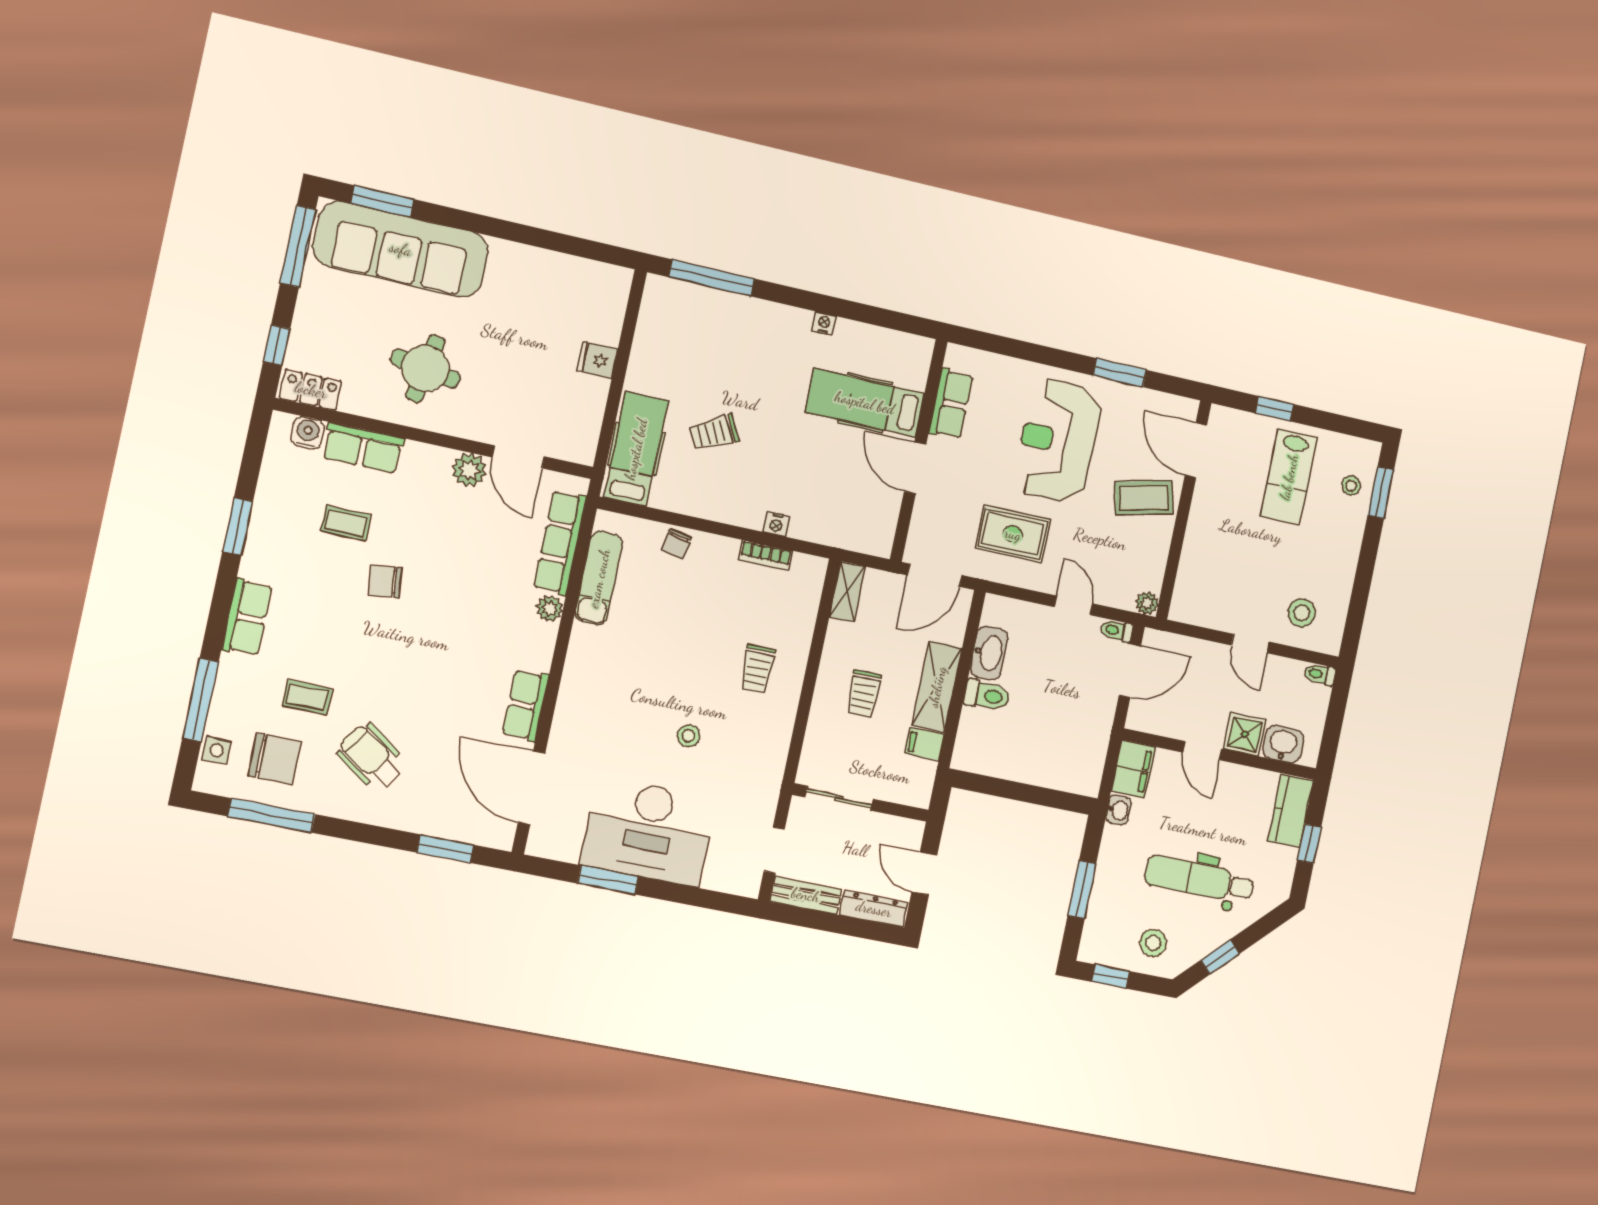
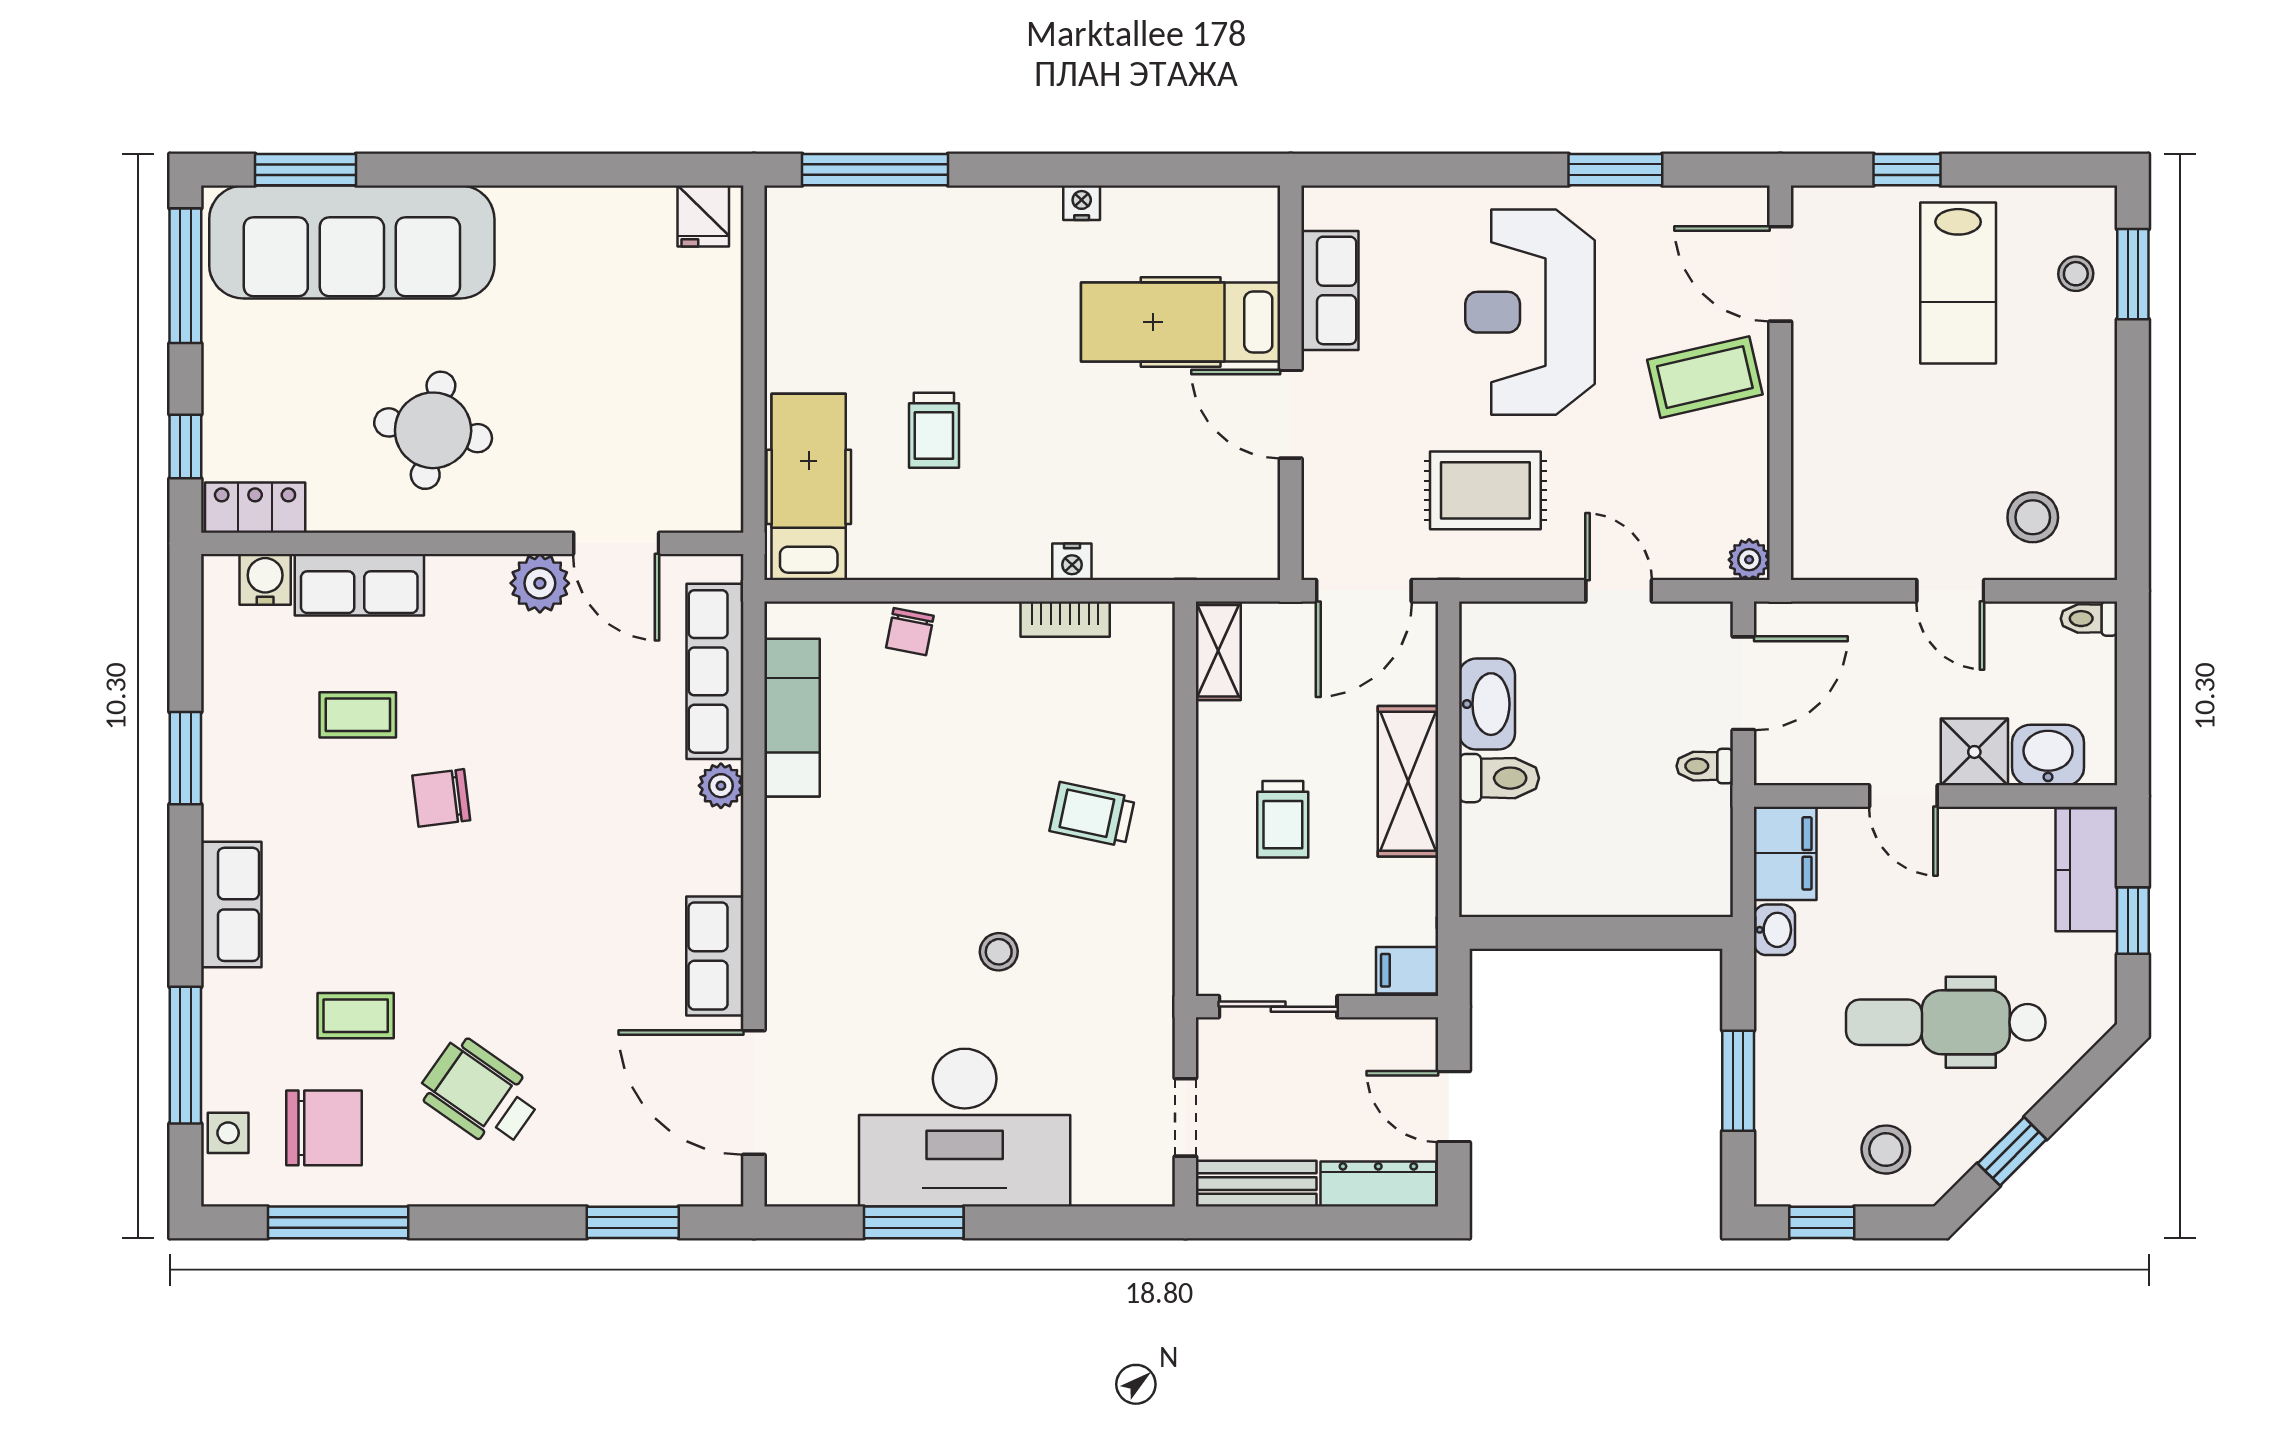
fridge: (597, 360) -> (703, 216), moved, turned -90
trolley: (714, 433) -> (934, 430), turned -63
toilet: (1117, 631) -> (1705, 766), moved
trolley: (758, 669) -> (1092, 814), turned 102
filing cabinet: (924, 744) -> (1407, 970), moved

